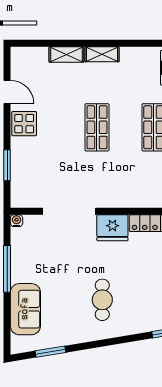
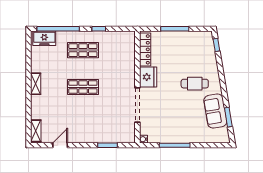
shelving: (66, 55) -> (36, 131), moved
display table: (24, 124) -> (81, 134), removed
sofa: (25, 309) -> (215, 111), moved, turned -99

